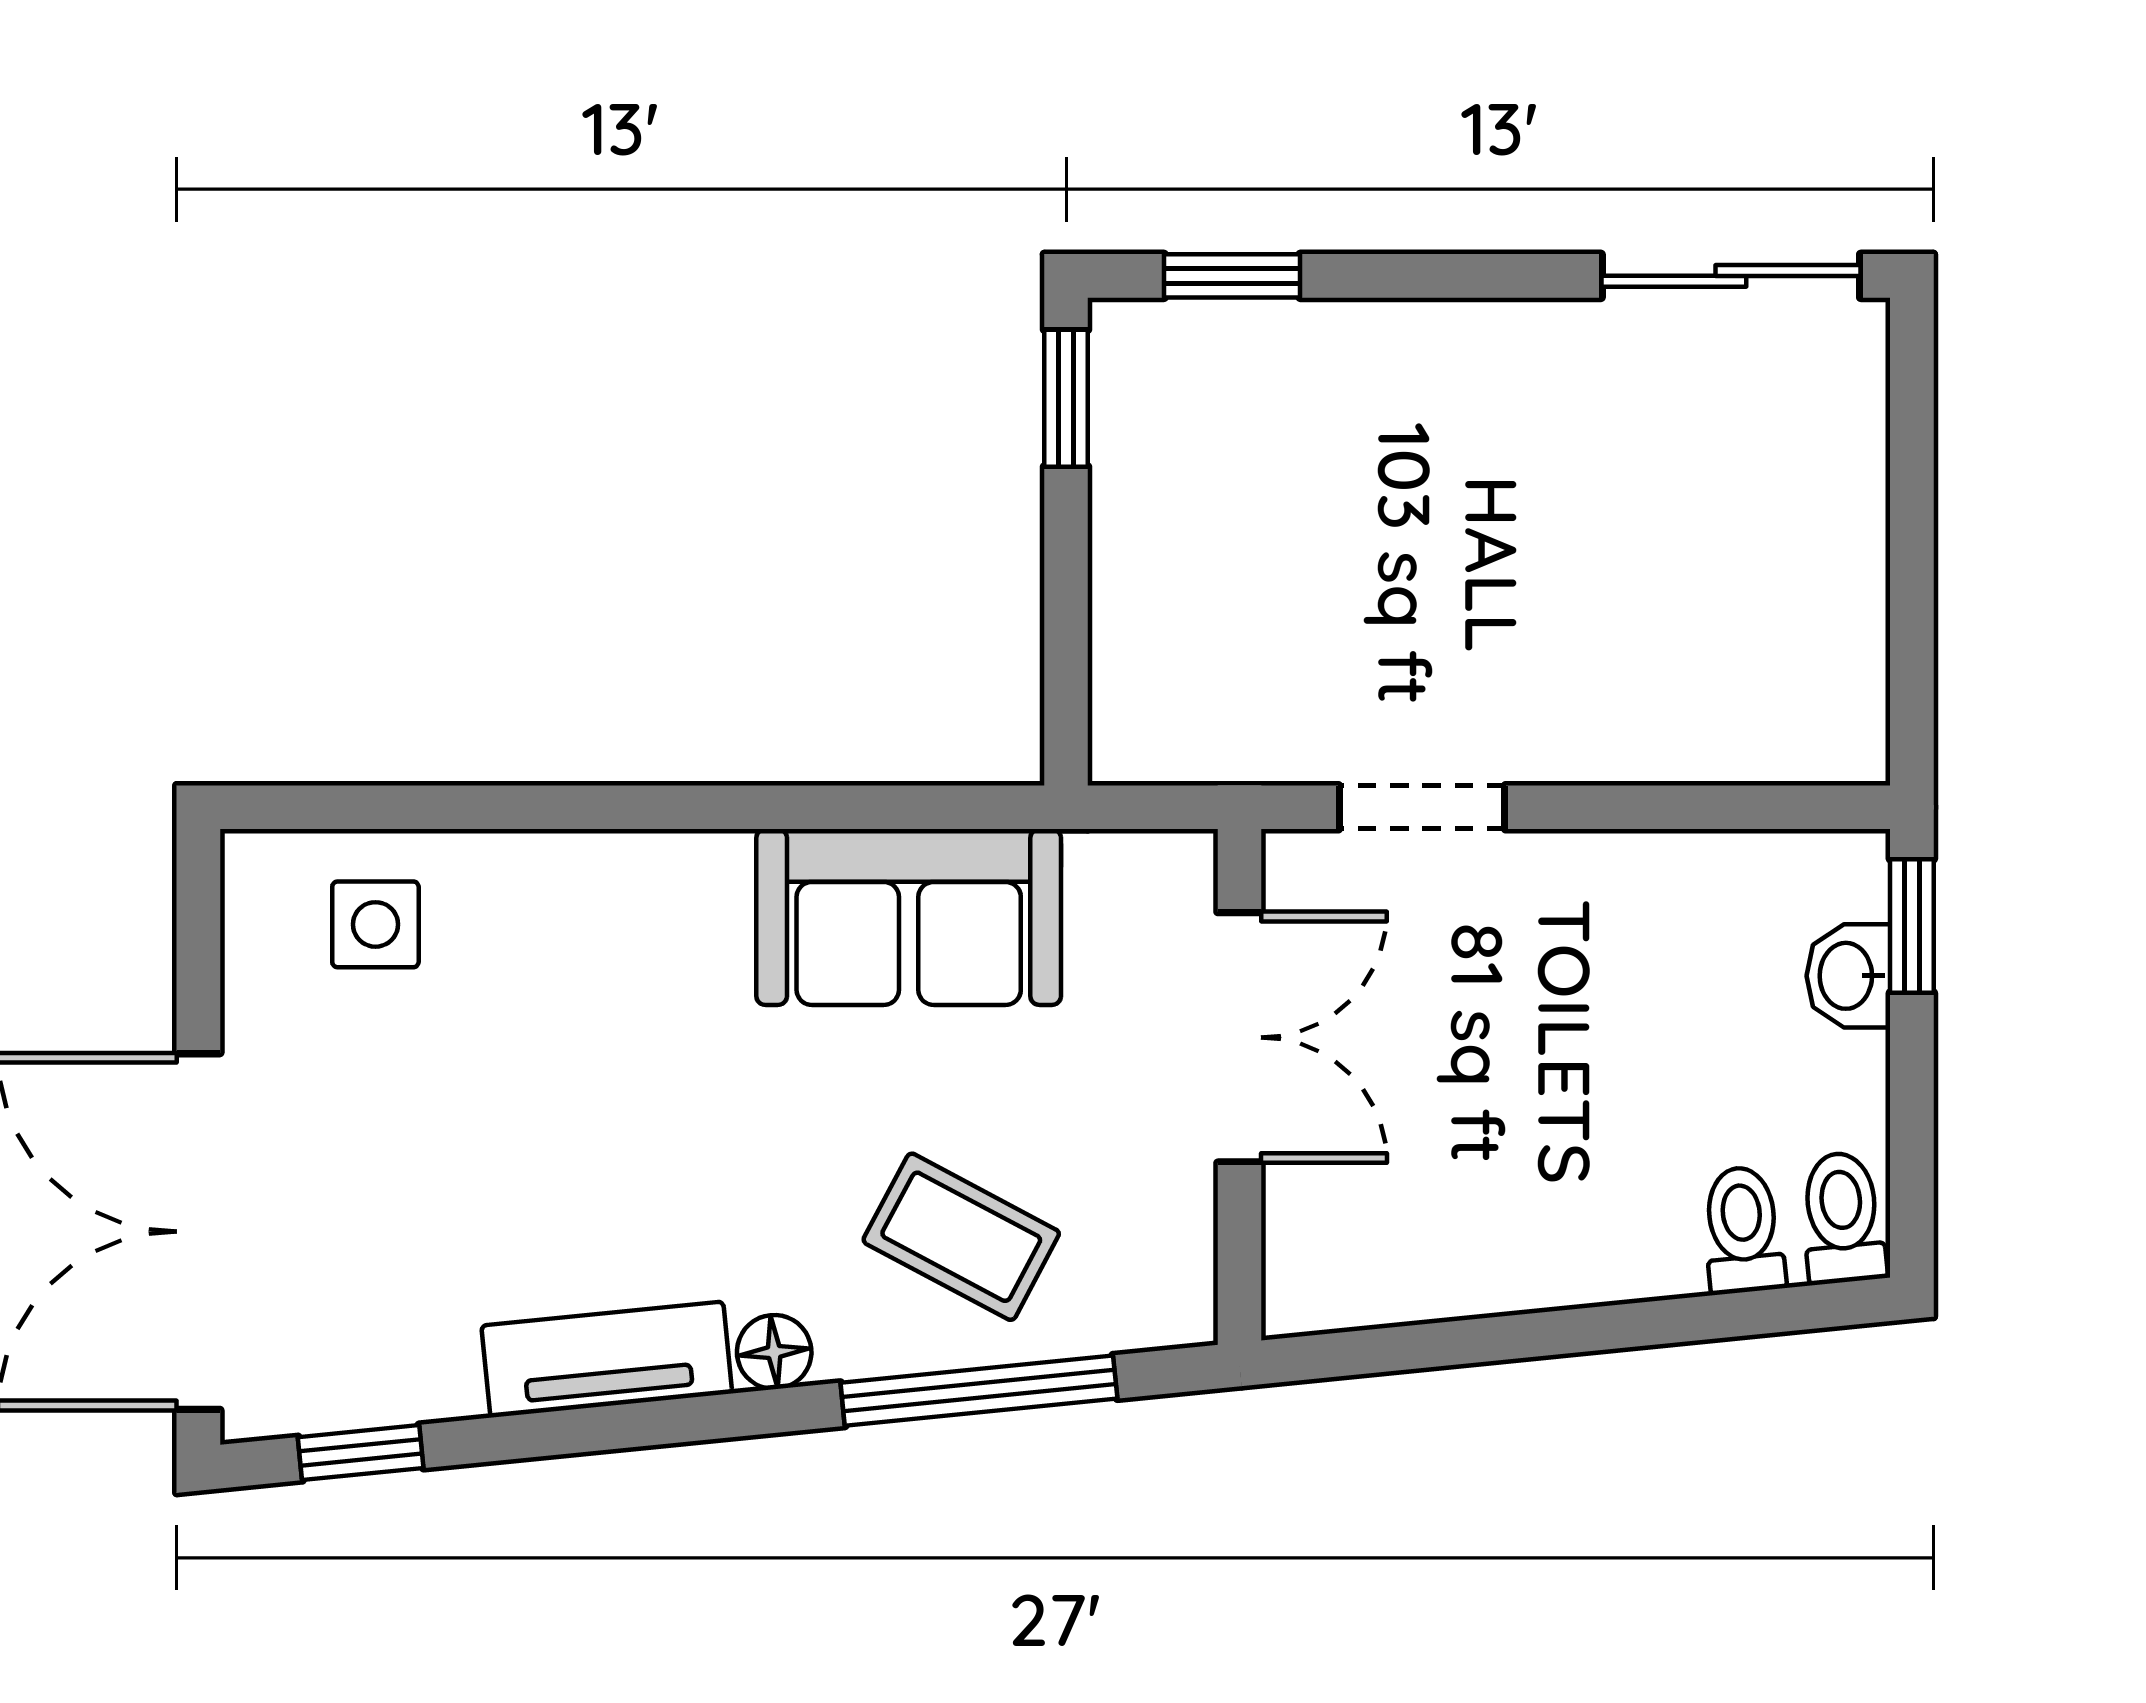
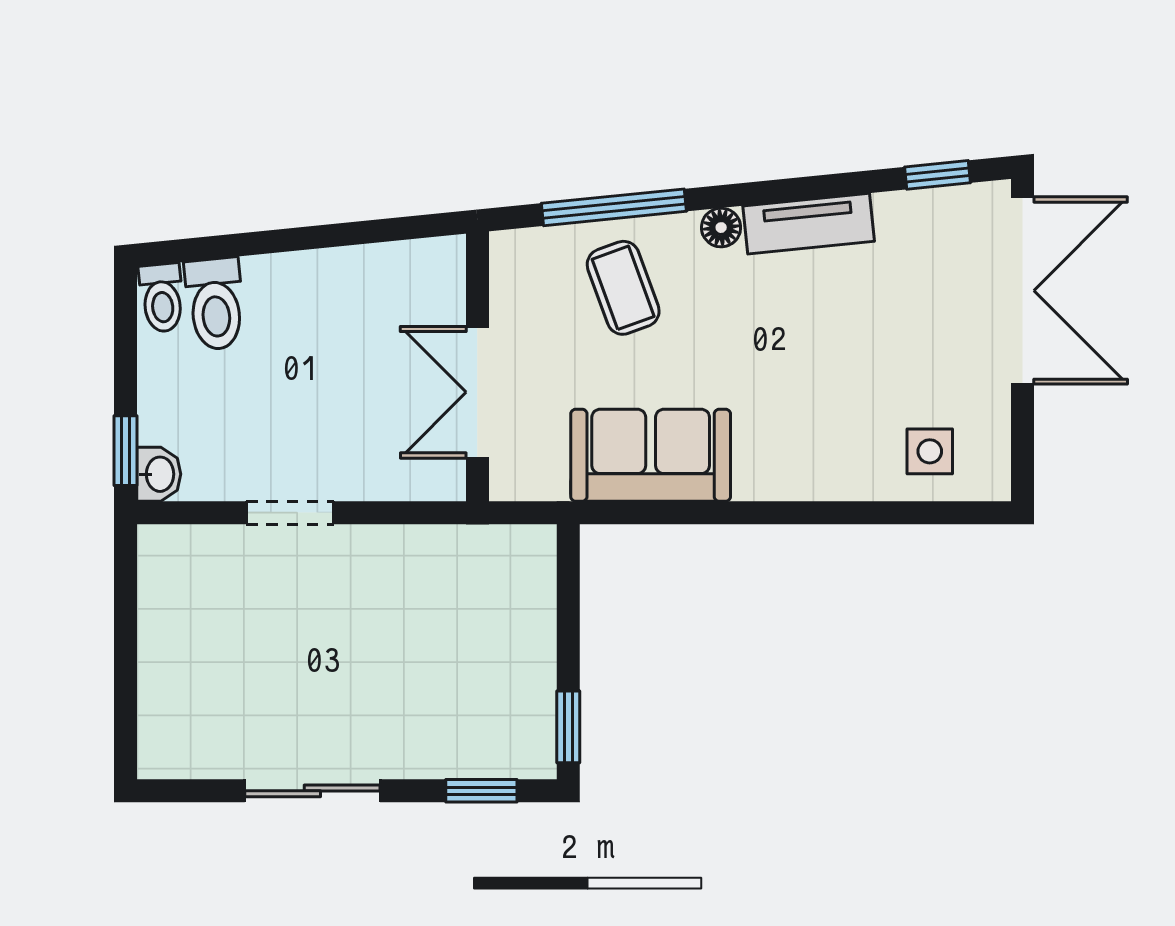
sliding door: (1731, 276) -> (312, 791), moved
doorway: (1422, 807) -> (290, 513), moved
washbasin: (1848, 976) -> (159, 474), moved
toilet: (1743, 1230) -> (215, 304), width x1.37, depth x1.39
coffee table: (961, 1237) -> (623, 288), turned 42

